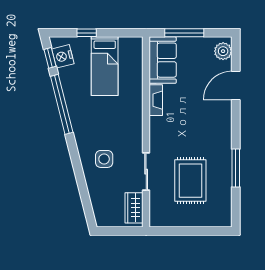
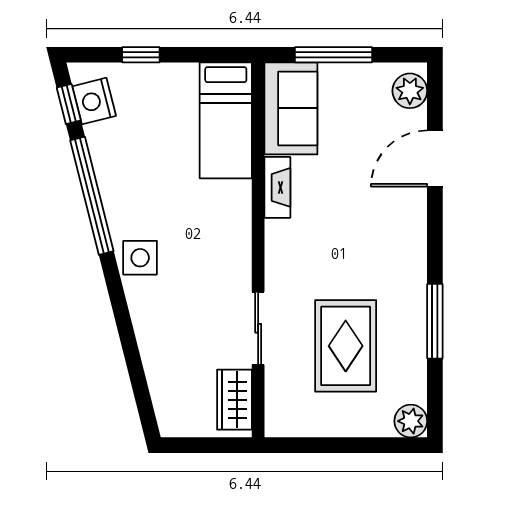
bed: (105, 66) -> (226, 120), moved
side table: (104, 159) -> (140, 258), moved
plant: (224, 219) -> (411, 421), added

